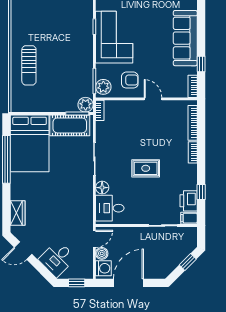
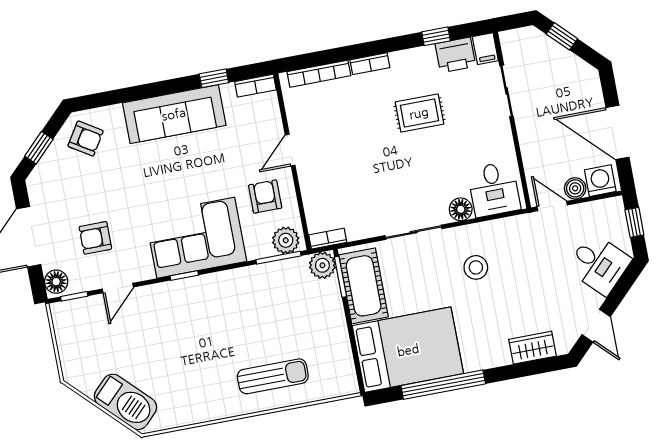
rug: (146, 168) -> (419, 113), moved, turned 90
stool: (68, 190) -> (476, 267), added

